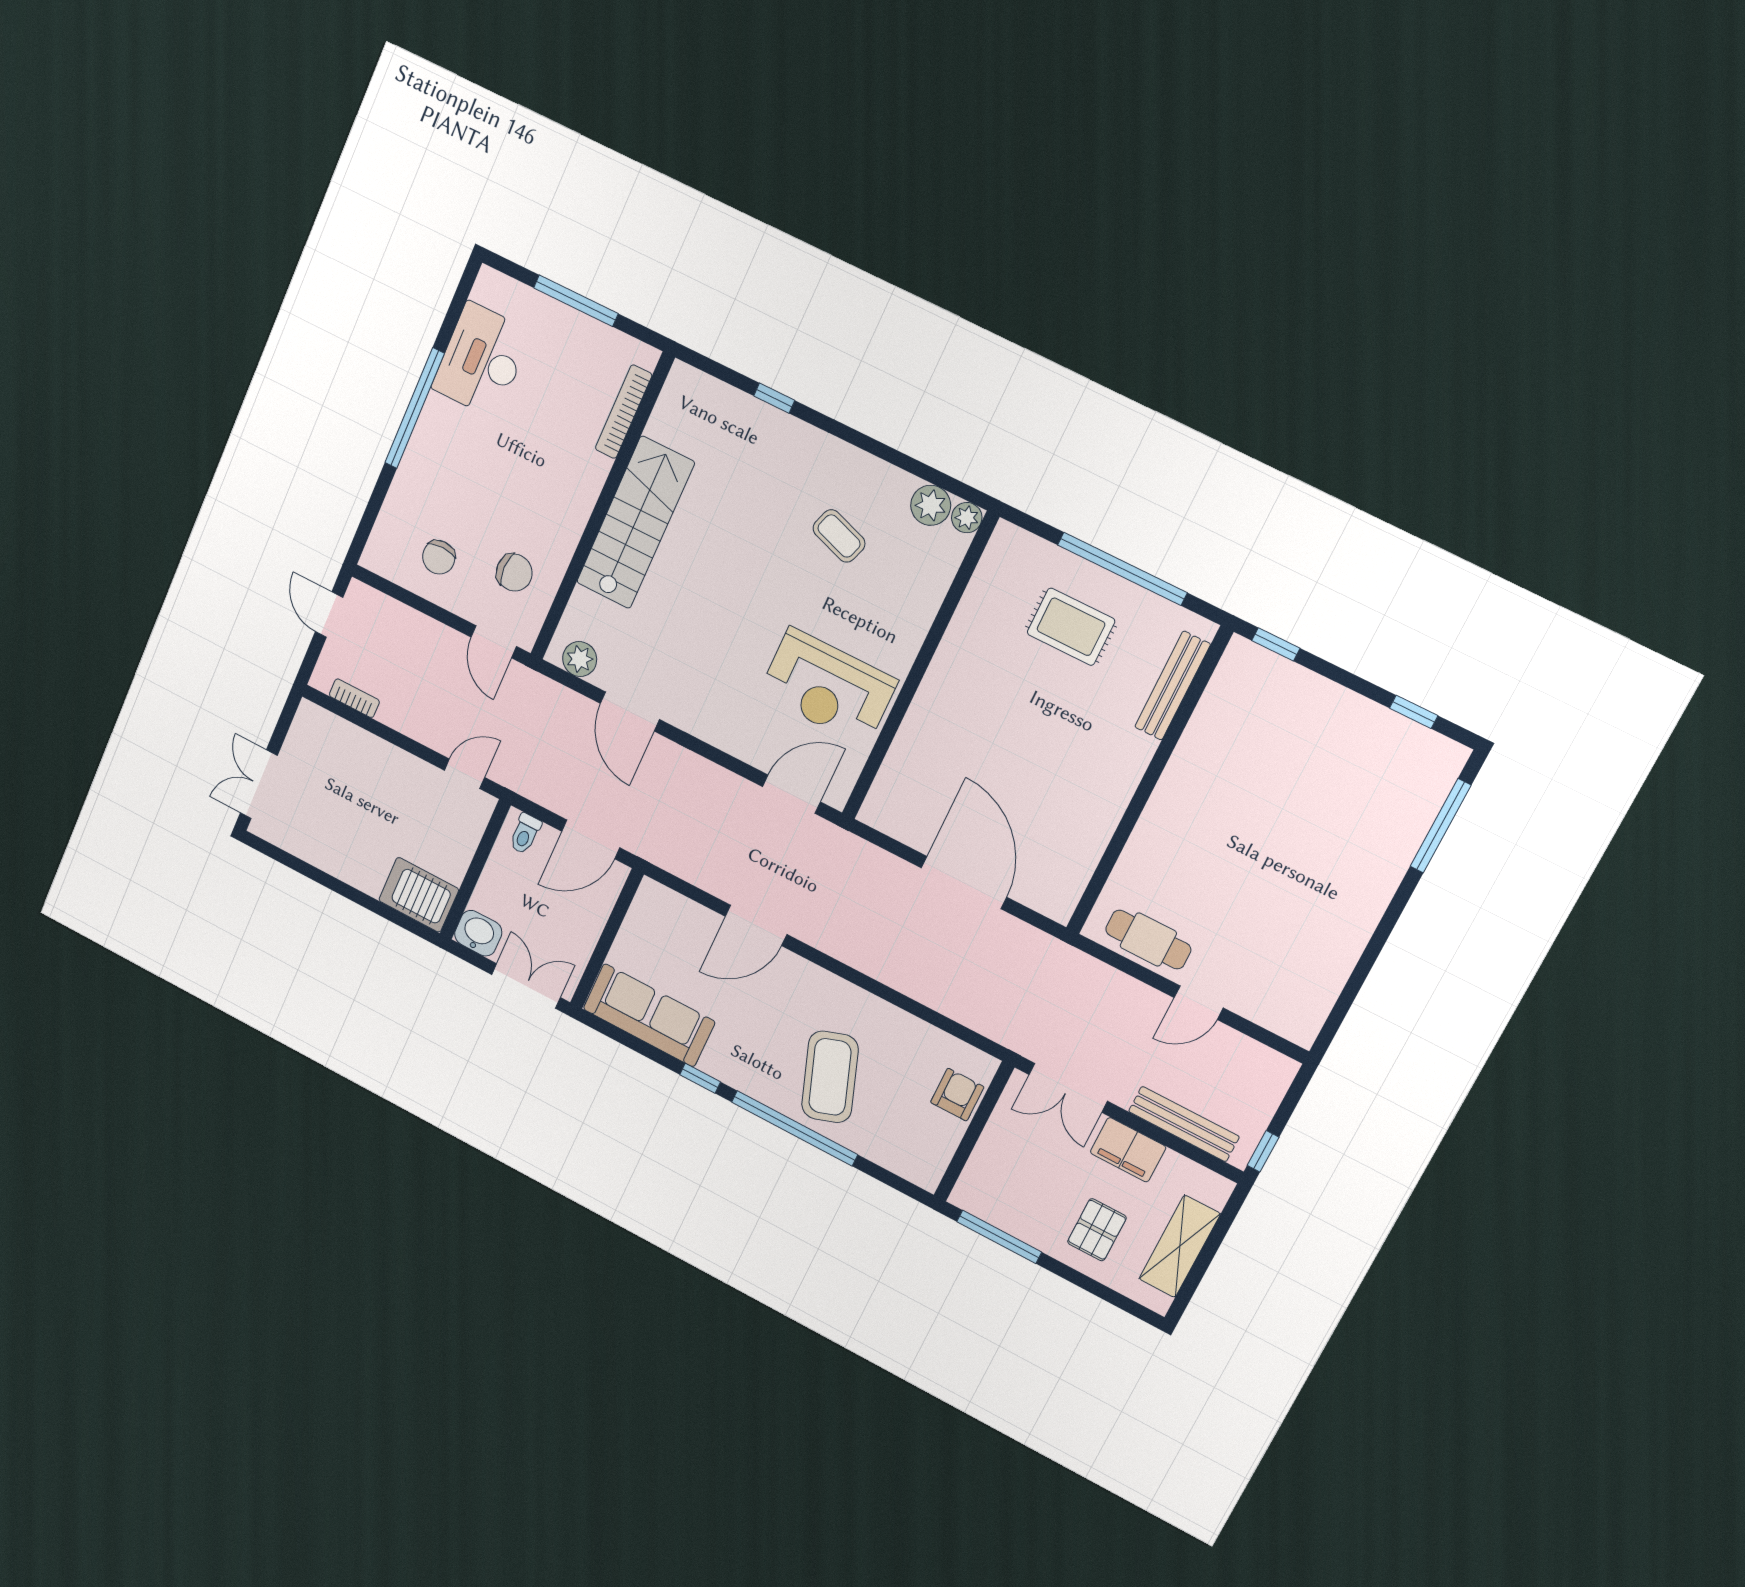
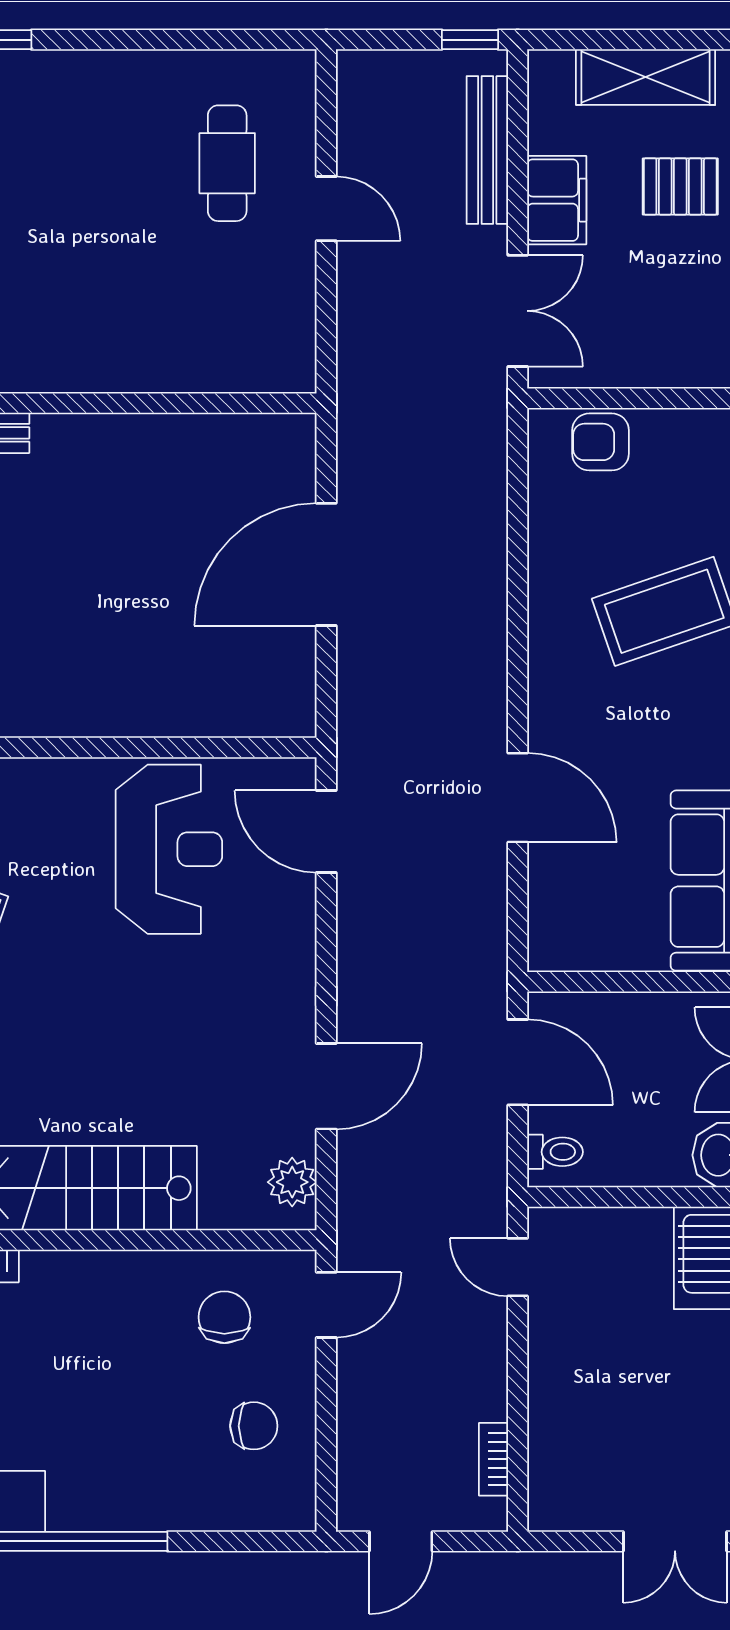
cafe table: (1148, 940) -> (227, 163), moved

